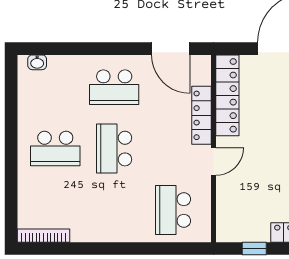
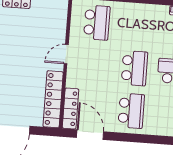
school desk: (114, 87) -> (131, 111), turned 90
locker: (201, 115) -> (71, 109), moved

